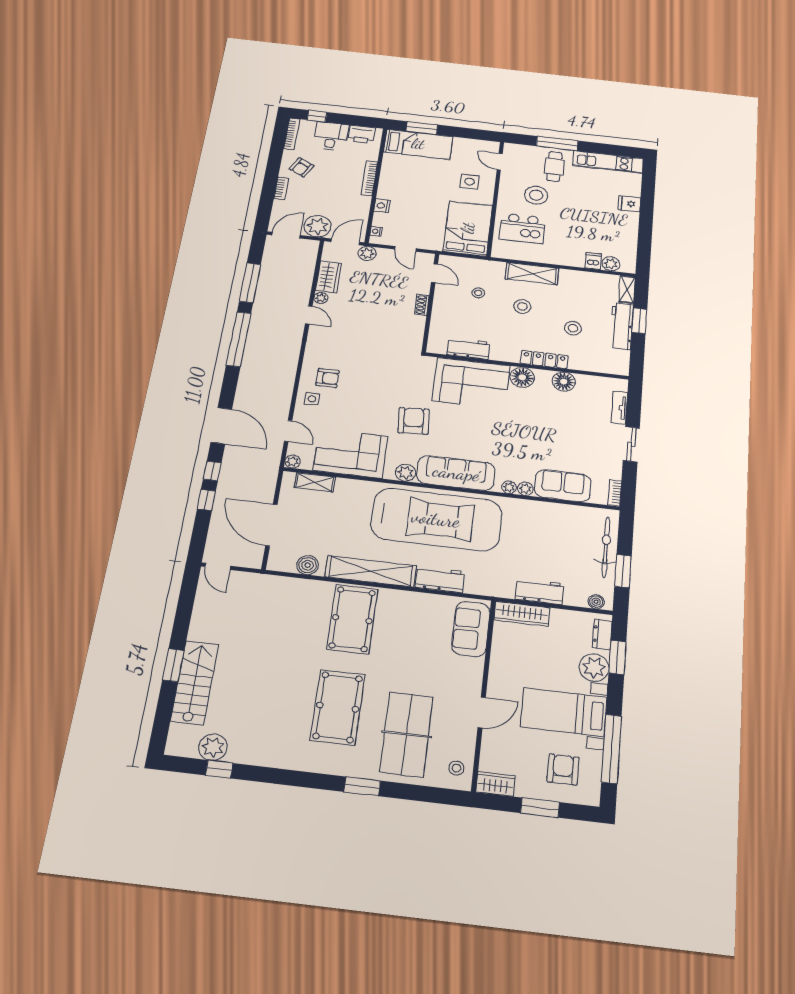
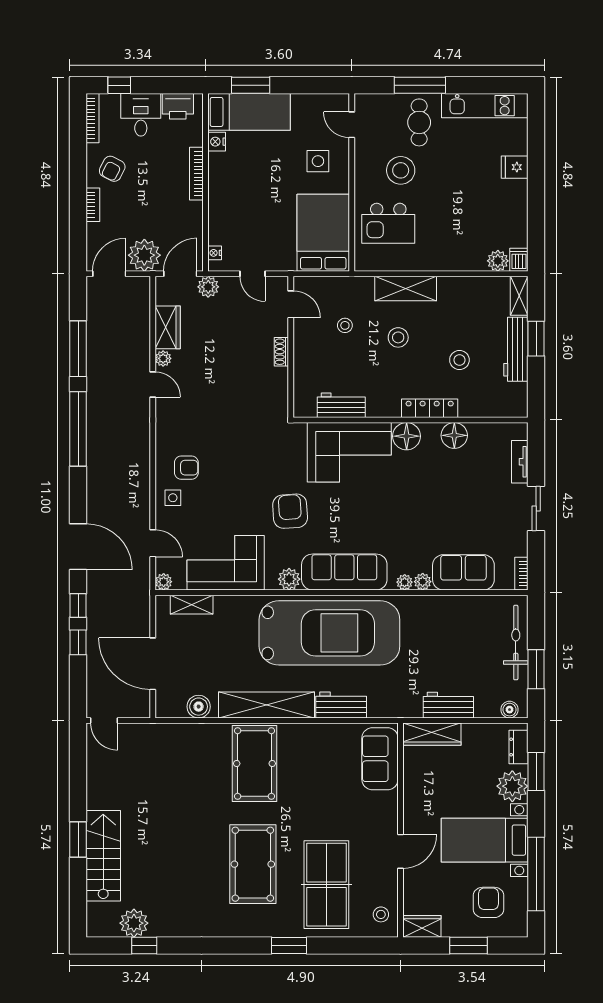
nightstand: (382, 206) -> (217, 142), moved
dishwasher: (593, 261) -> (519, 260), moved

